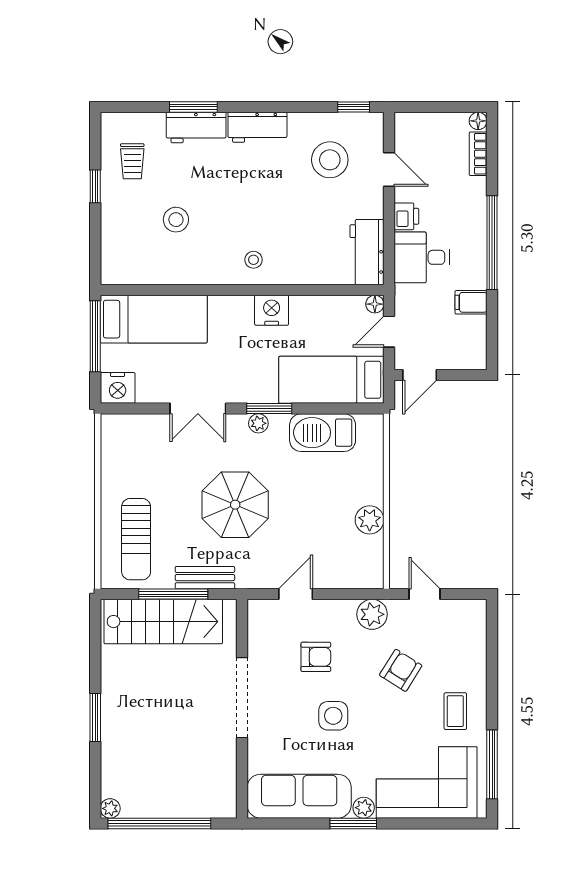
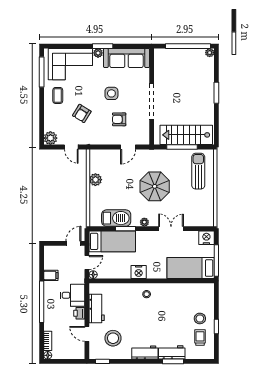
stool: (176, 220) -> (200, 318), moved
workbench: (367, 252) -> (97, 309), moved
window: (269, 408) -> (125, 229), moved
bench: (205, 578) -> (168, 154), removed
plant: (372, 614) -> (50, 138), moved

